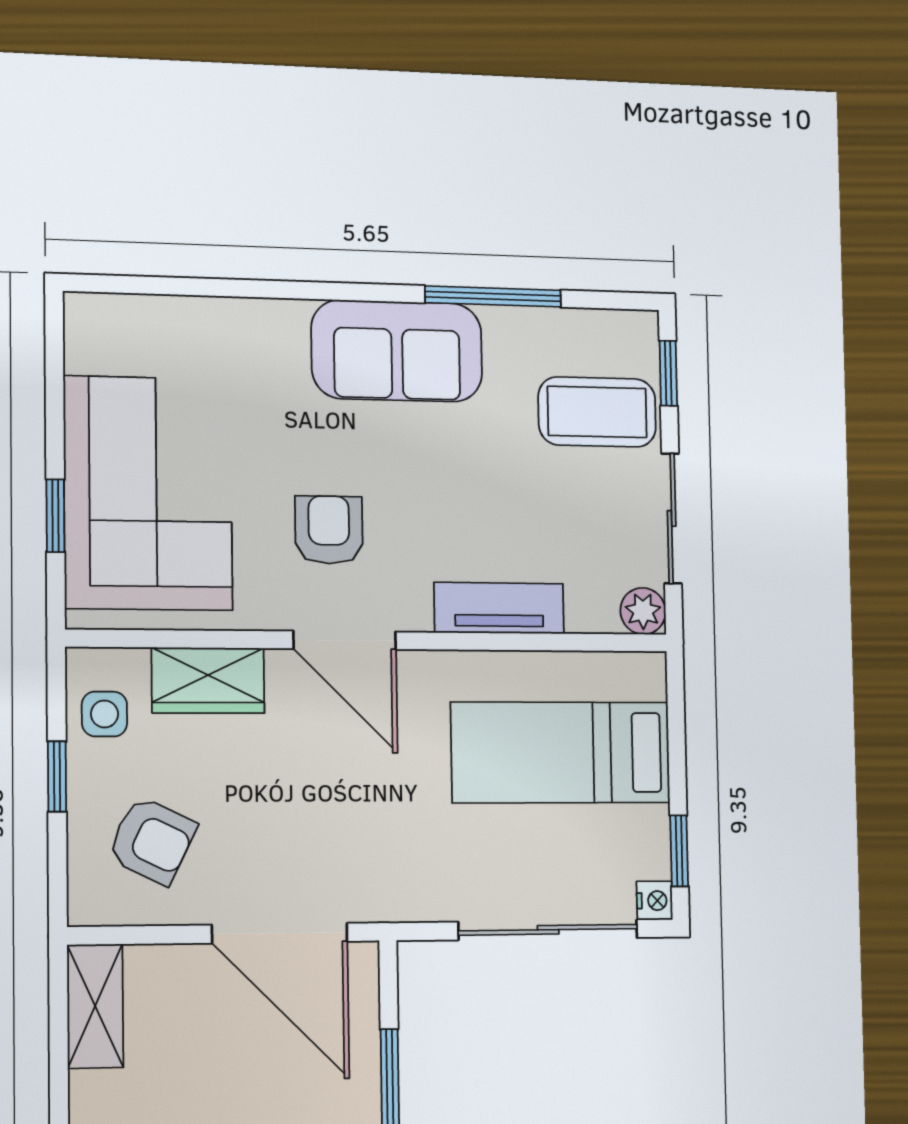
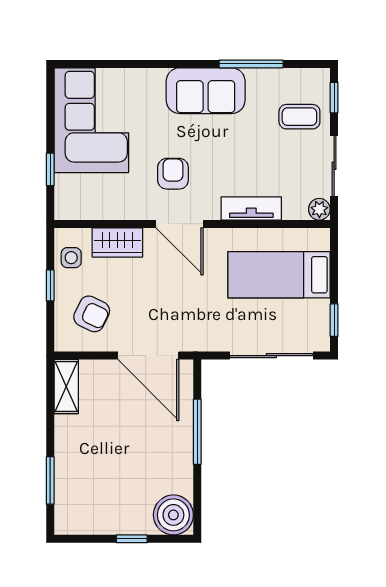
coffee table: (597, 412) -> (299, 117), width x0.73, depth x0.77
corner sofa: (148, 493) -> (91, 120), moved
nightstand: (655, 901) -> (322, 343), removed

